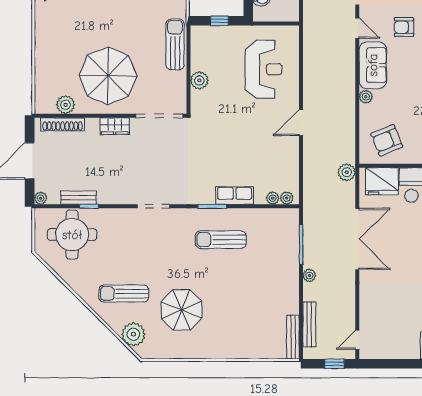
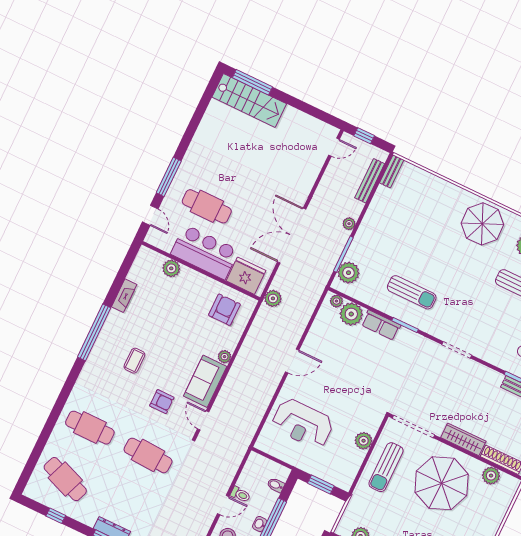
window: (219, 21) -> (321, 485), width x1.50
sun lounger: (175, 44) -> (386, 467), moved
reception desk: (264, 69) -> (303, 424), turned -90
wardrobe: (115, 126) -> (463, 439), width x1.50
armchair: (387, 140) -> (224, 310), turned -68
plant: (273, 198) -> (351, 314), width x1.88, depth x1.88
plant: (288, 230) -> (348, 273), added
parasol: (182, 310) -> (482, 224), moved
bench: (293, 337) -> (392, 171), width x0.73

